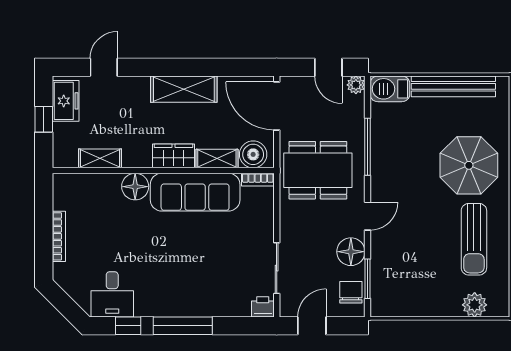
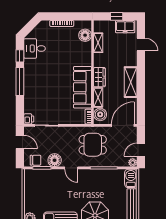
dining table: (318, 170) -> (93, 145), width x0.73
floor lamp: (135, 187) -> (85, 35), moved

